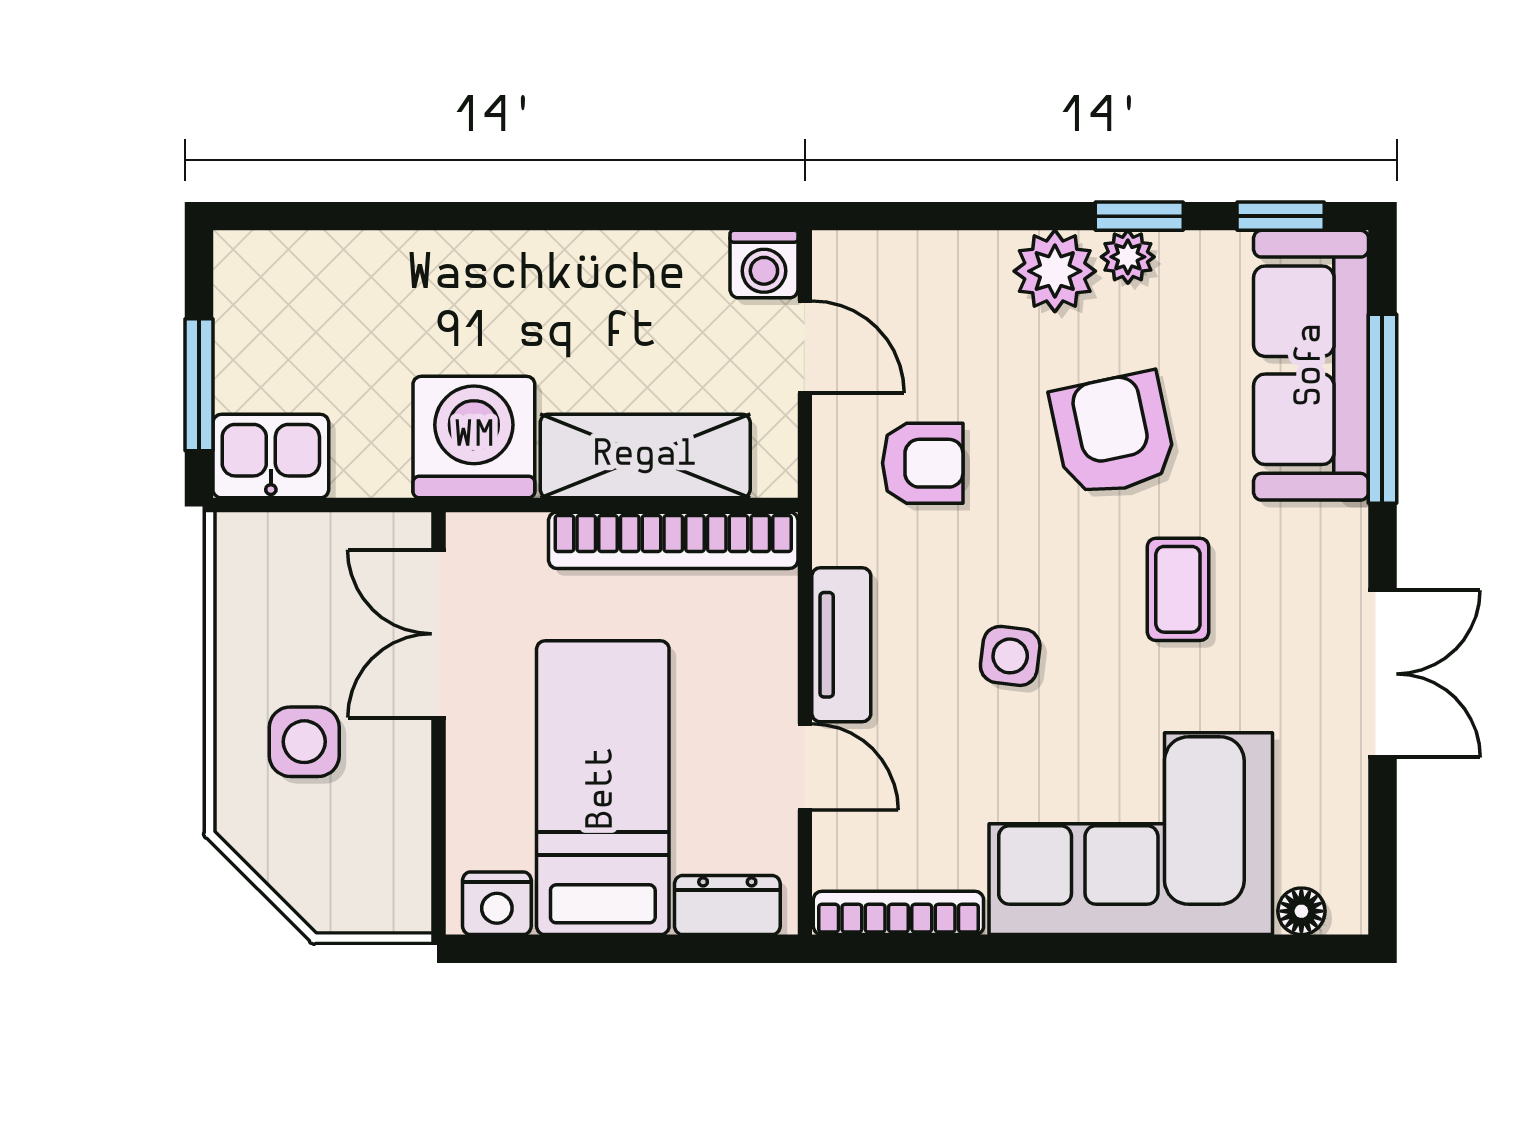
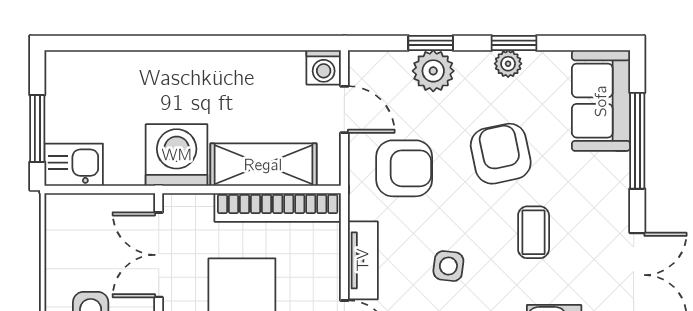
window: (1281, 216) -> (431, 43), moved
plant: (1055, 271) -> (433, 71), moved
sofa: (1311, 365) -> (601, 101), width x0.73
armchair: (923, 463) -> (404, 168), width x1.38, depth x1.38

